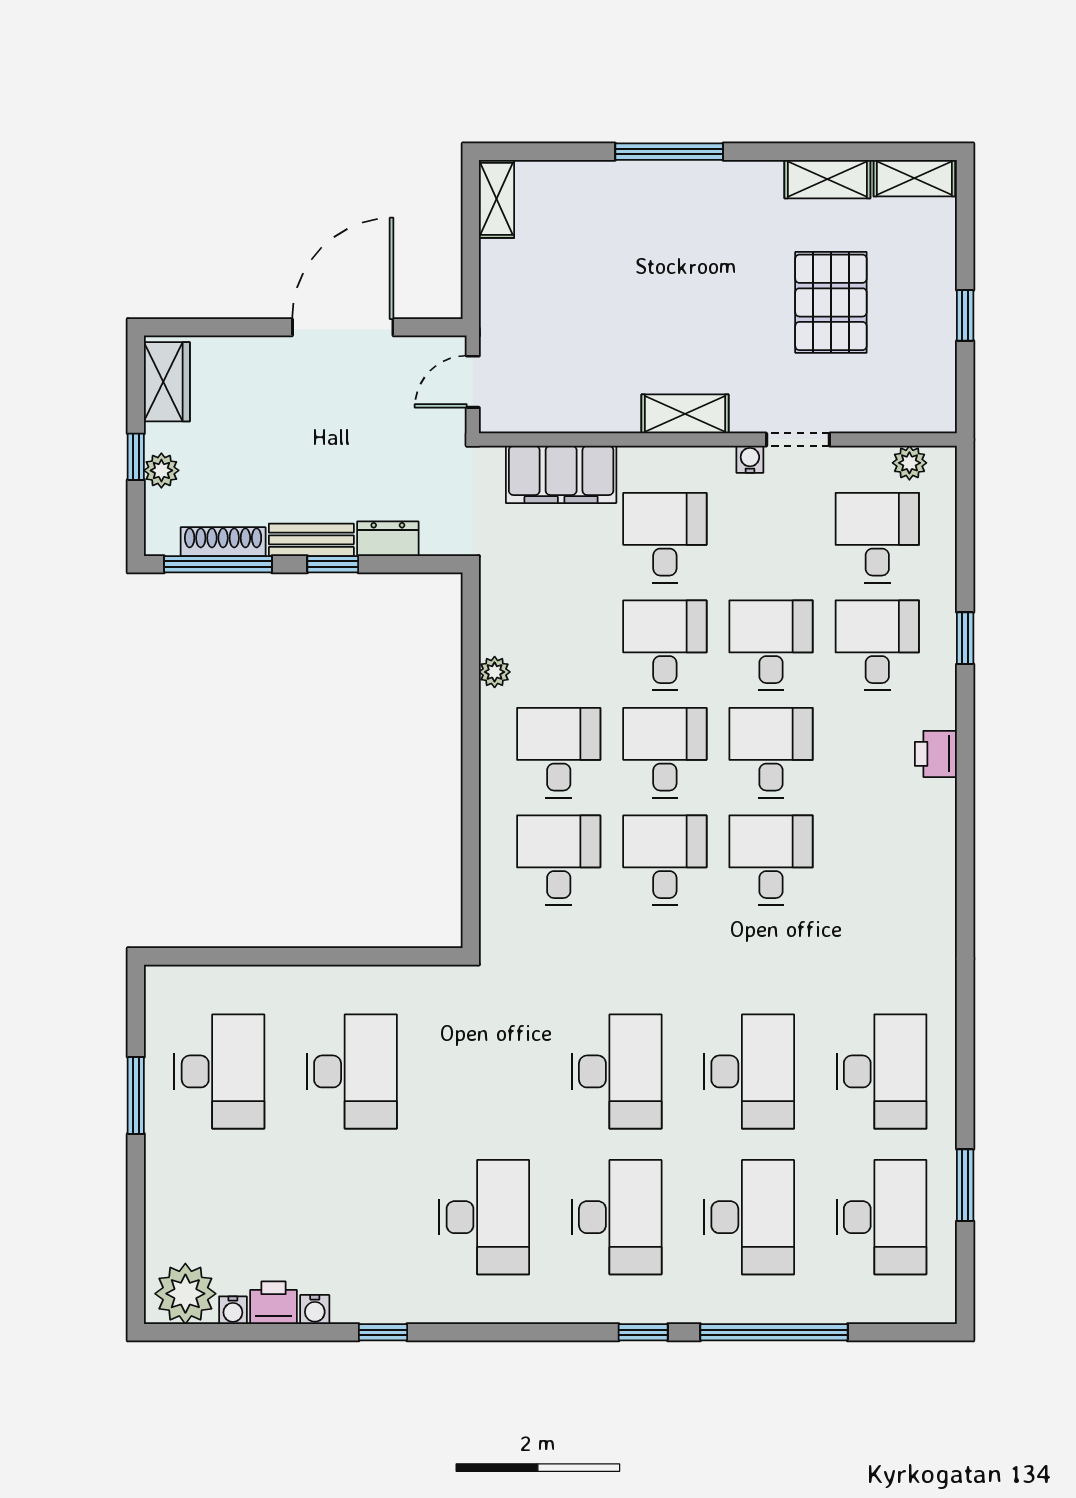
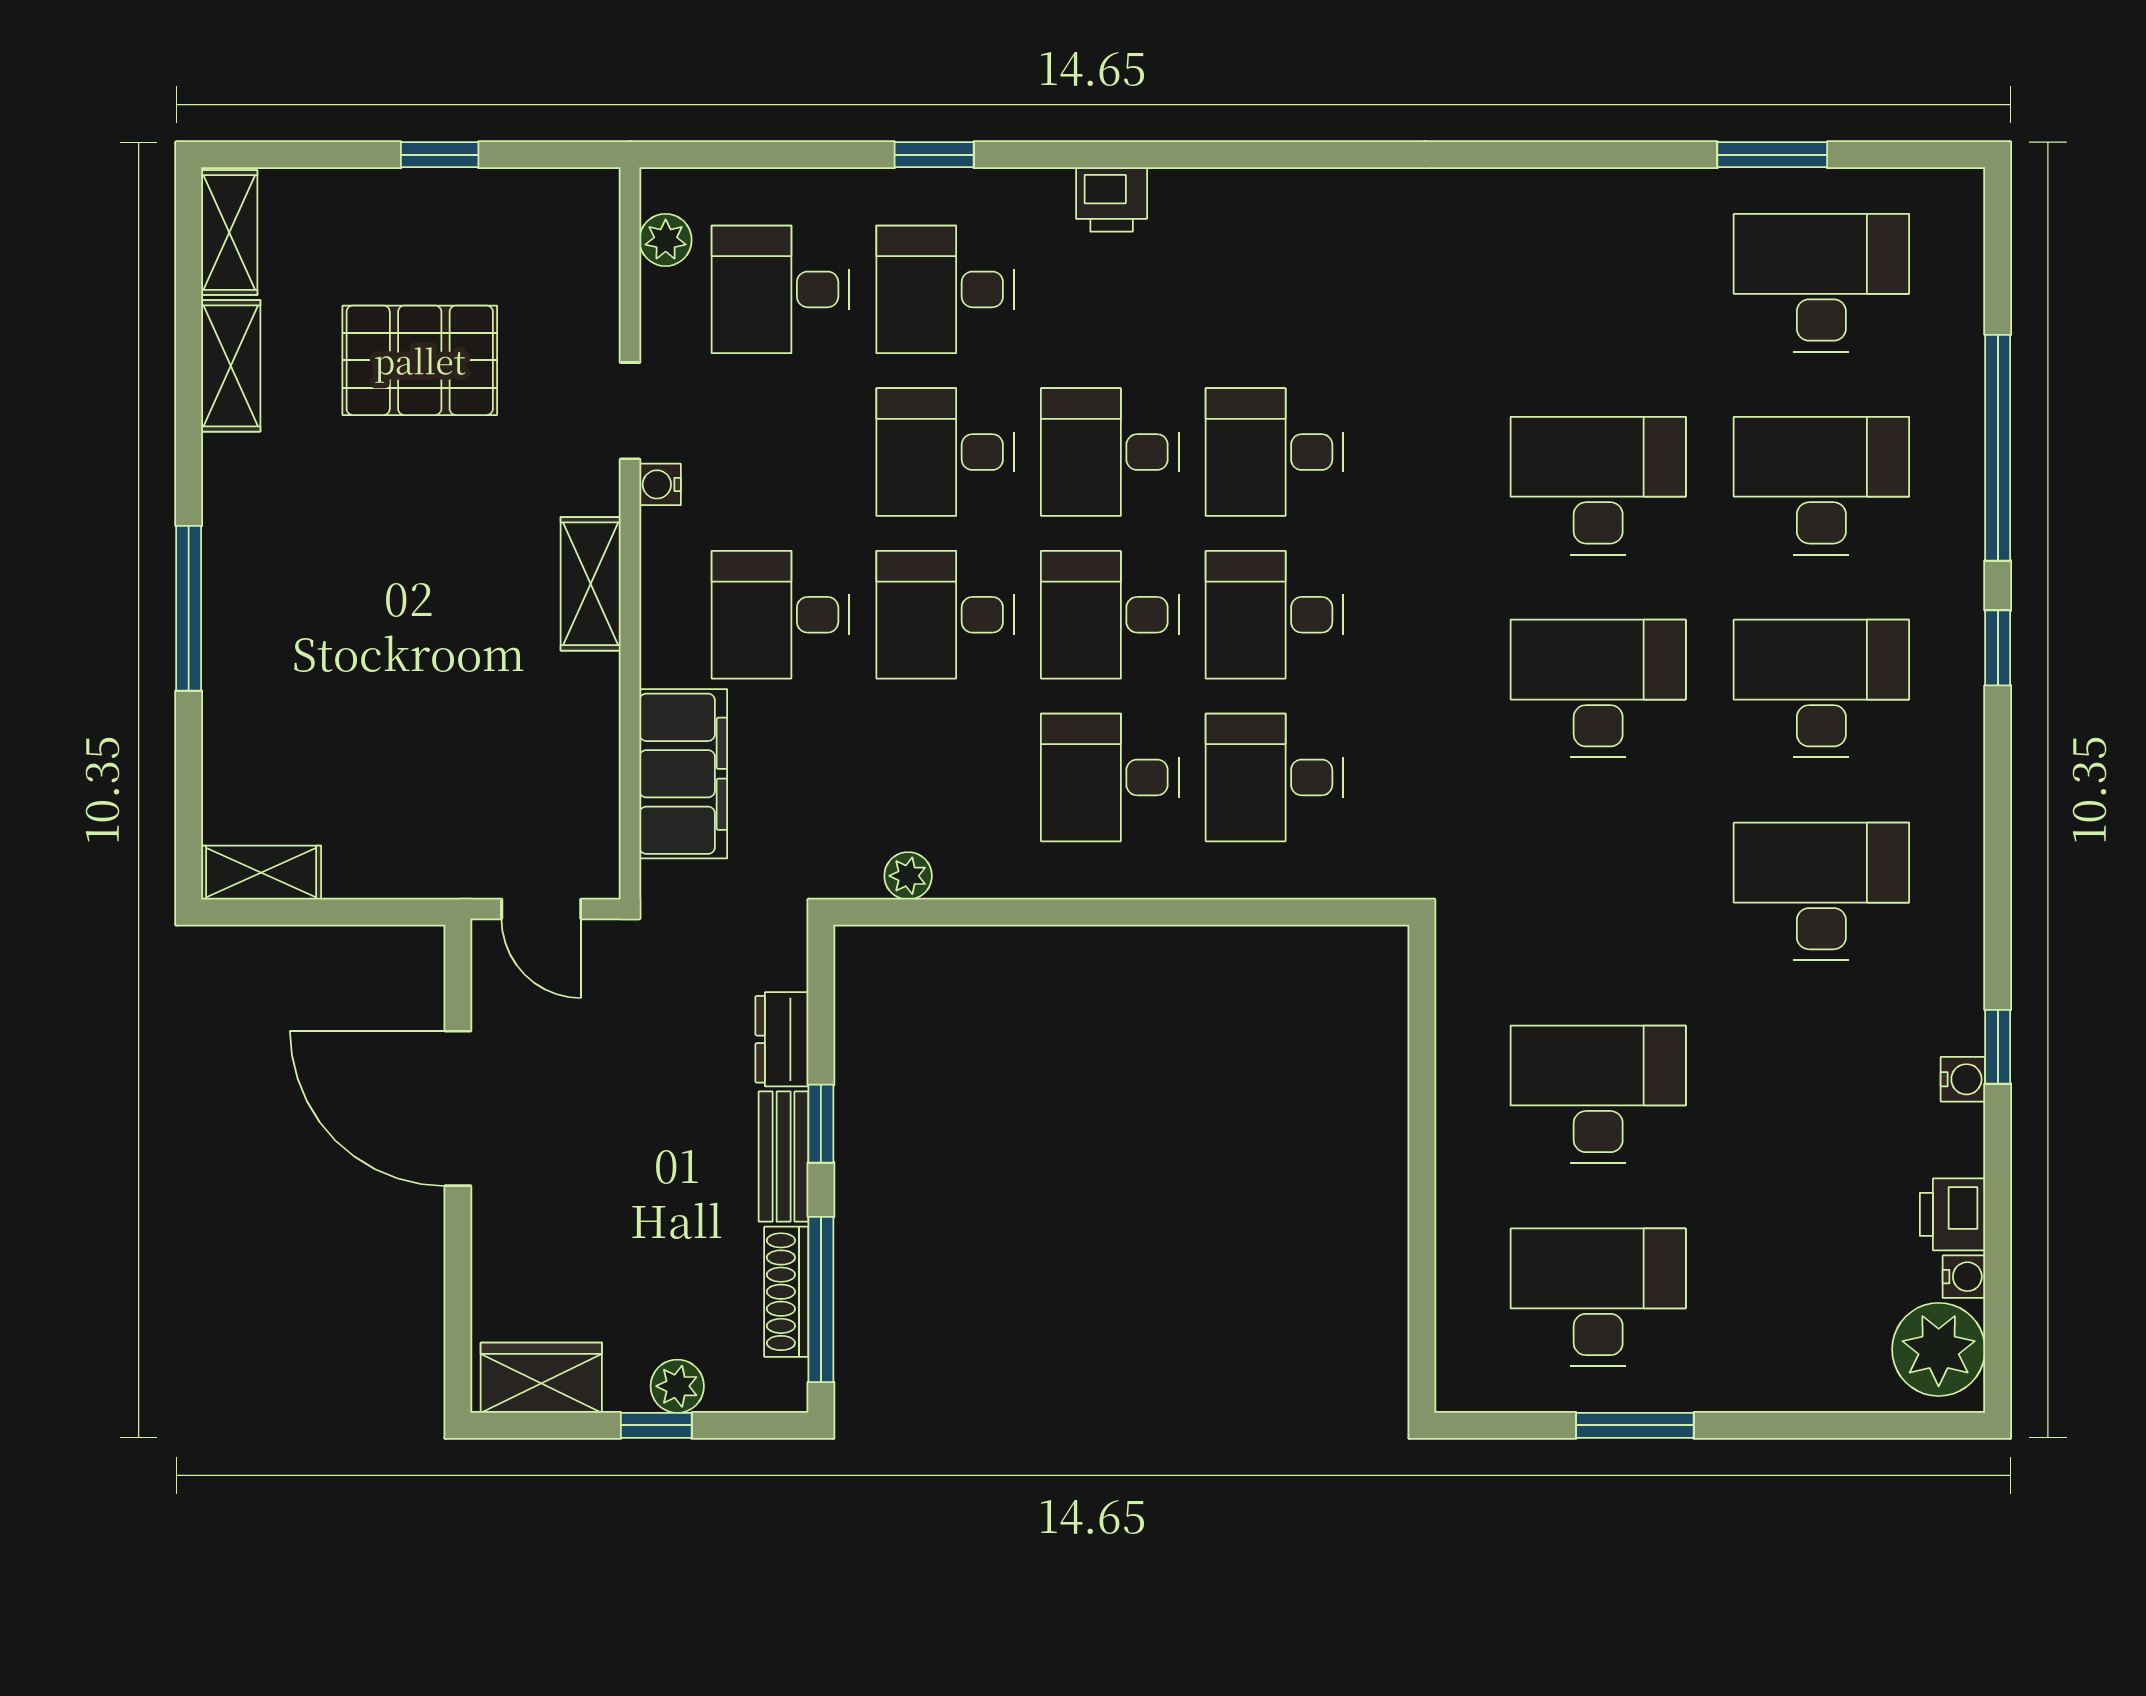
plant: (495, 672) -> (908, 876), moved
desk: (881, 1071) -> (1598, 283), removed
water cooler: (315, 1309) -> (1963, 1079), moved

